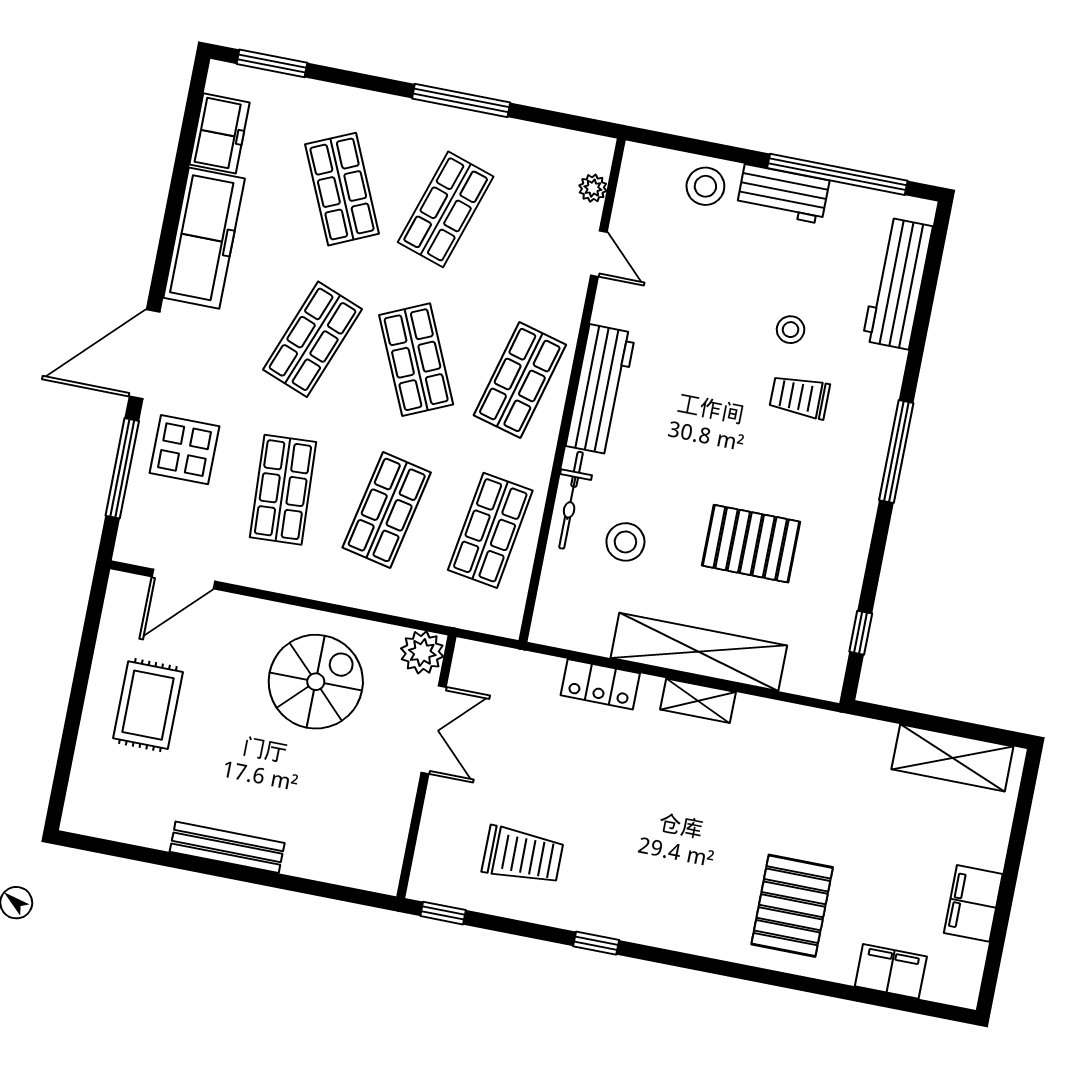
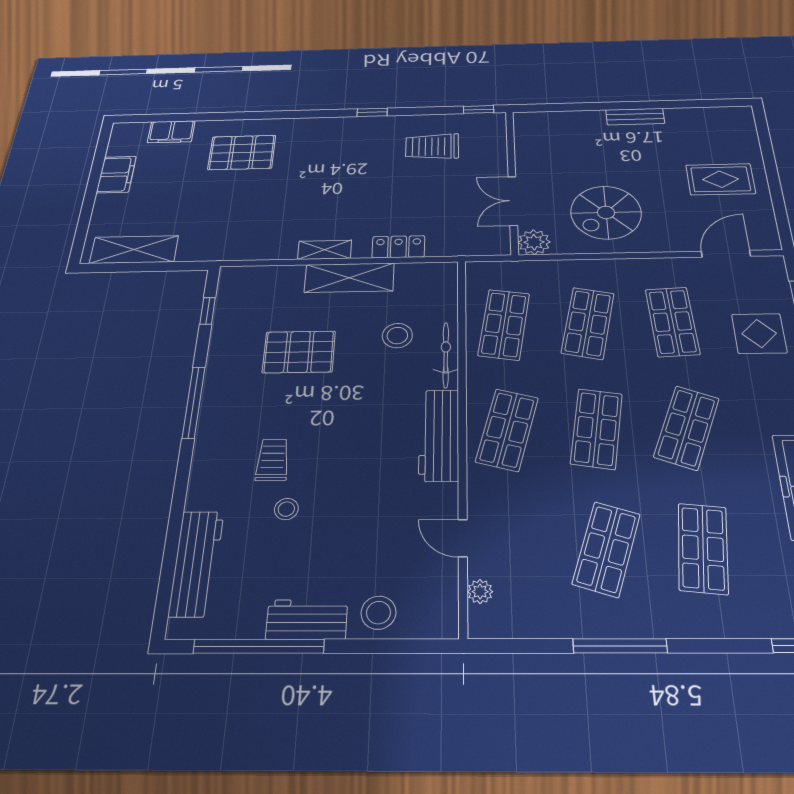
shop shelf: (342, 189) -> (703, 548), turned 30
shop shelf: (416, 360) -> (597, 429), turned 33
trolley: (800, 397) -> (273, 460), turned -90
window: (896, 452) -> (194, 402), moved
shelving: (699, 652) -> (349, 278), width x0.68
rug: (148, 705) -> (721, 179), turned 90
bench: (227, 847) -> (635, 117), width x0.73
pallet: (792, 906) -> (242, 152), turned 90

